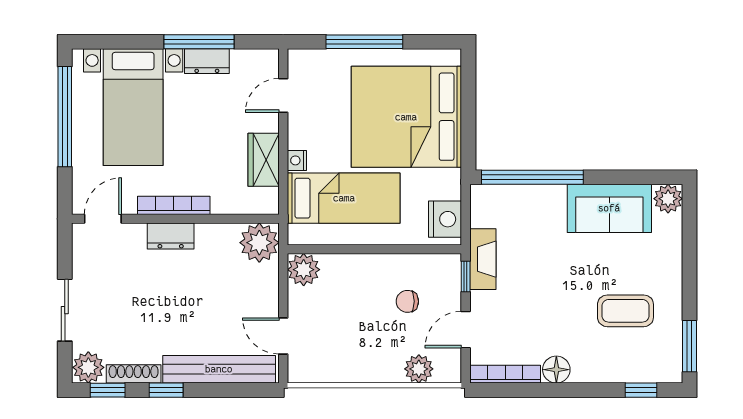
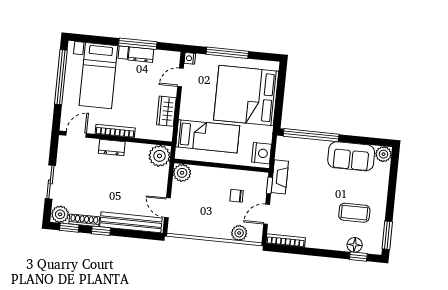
nightstand: (297, 160) -> (190, 58), moved
floor lamp: (556, 370) -> (355, 245), moved

